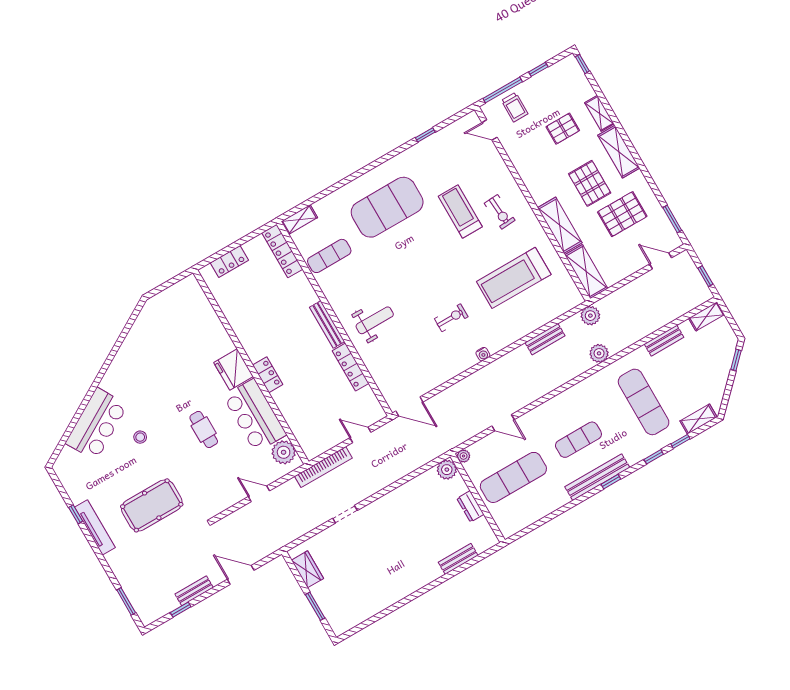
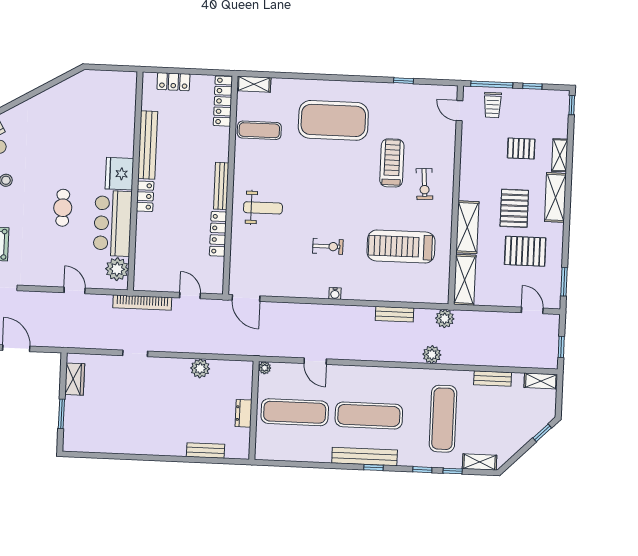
bench: (242, 330) -> (148, 145), added
exercise mat: (578, 440) -> (369, 415), width x1.36, depth x1.45
plant: (447, 470) -> (200, 368), moved

